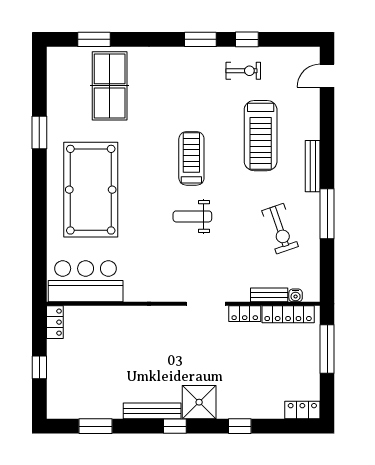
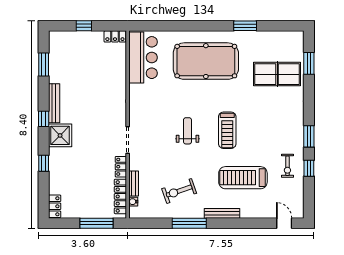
treadmill: (191, 158) -> (227, 130), turned 90

